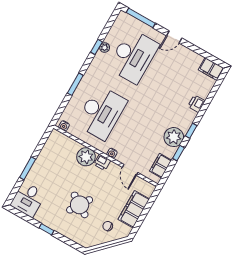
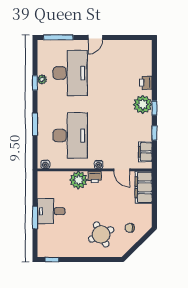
filing cabinet: (211, 69) -> (142, 47), removed
plant: (174, 137) -> (143, 104), moved
desk: (28, 199) -> (51, 211), moved, turned 90
round table: (80, 205) -> (101, 234), moved, turned 31
filing cabinet: (134, 209) -> (144, 187), moved
window: (47, 229) -> (52, 260), moved

